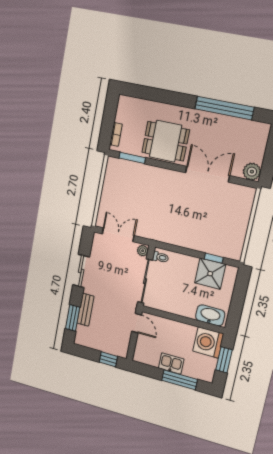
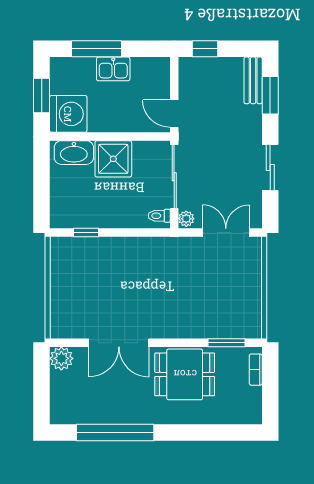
double door: (118, 235) -> (226, 232), swing flipped
shower: (210, 274) -> (113, 159), moved
bench: (85, 310) -> (253, 80), moved

